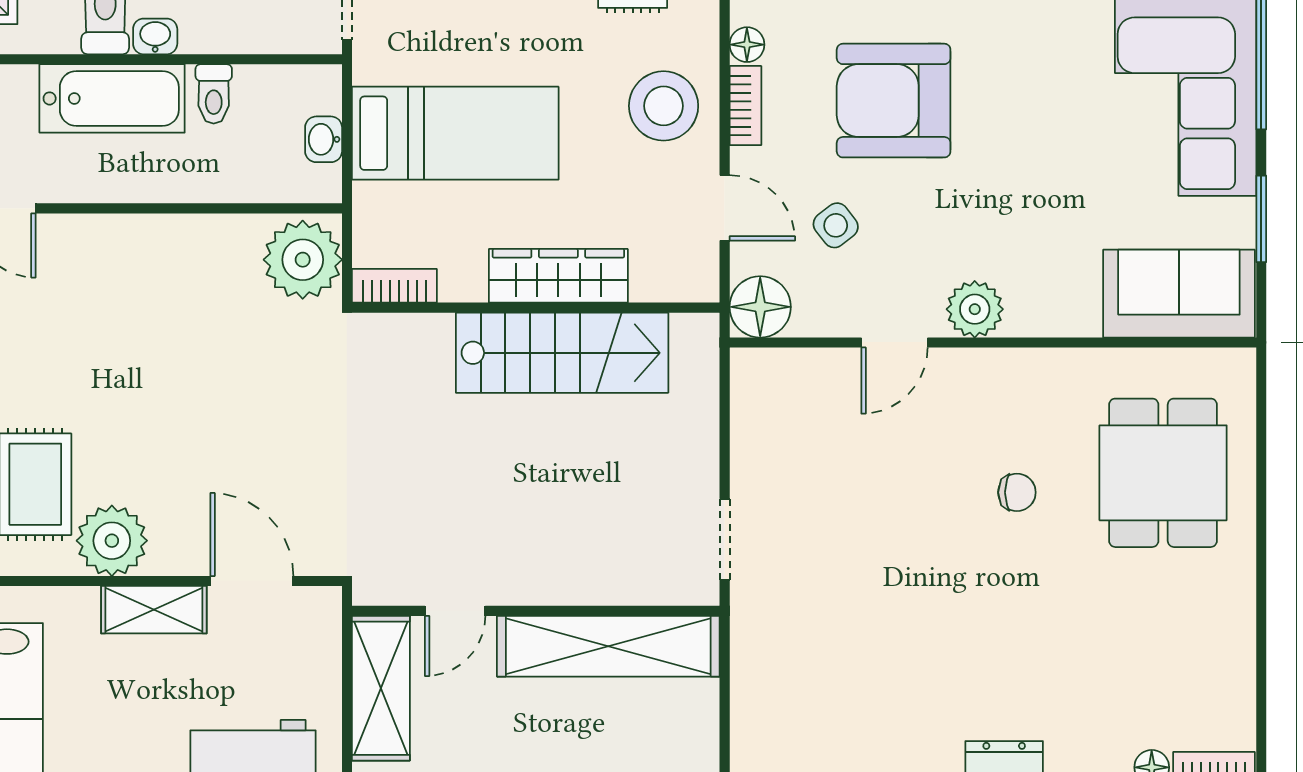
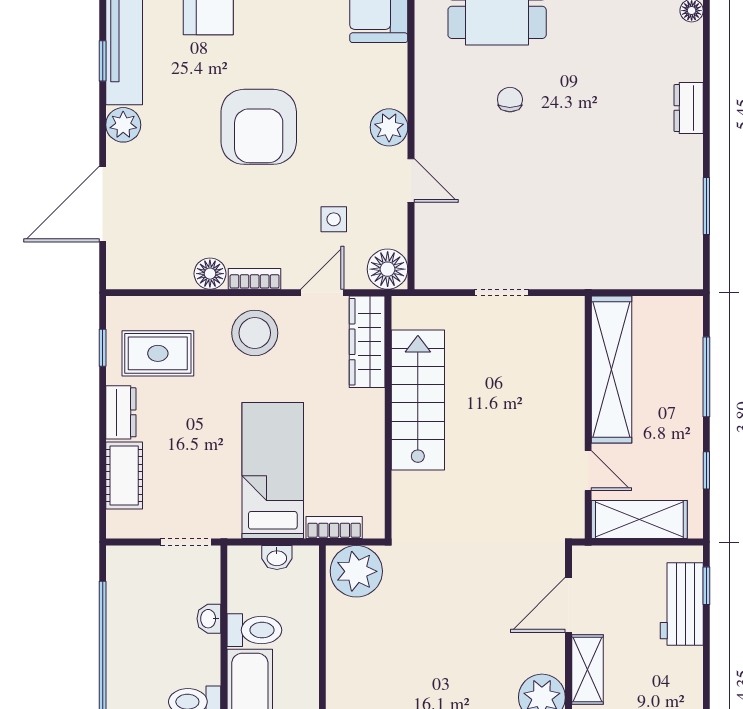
washbasin: (155, 36) -> (209, 619), moved
floor lamp: (747, 45) -> (210, 274), width x1.37, depth x1.37
toilet: (214, 94) -> (254, 630), width x1.37, depth x1.39
armchair: (894, 101) -> (259, 127), moved
side table: (836, 225) -> (334, 219), turned 38
wardrobe: (558, 276) -> (367, 342), moved
bookcase: (394, 286) -> (334, 528), moved, turned 90
doorway: (725, 539) -> (502, 293), moved

